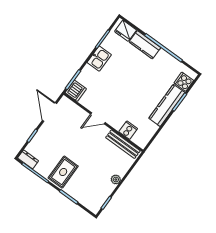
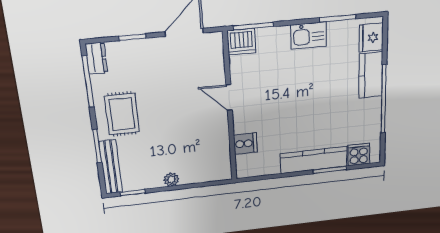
bench: (123, 144) -> (111, 167), moved
rug: (63, 172) -> (122, 114), turned 90

